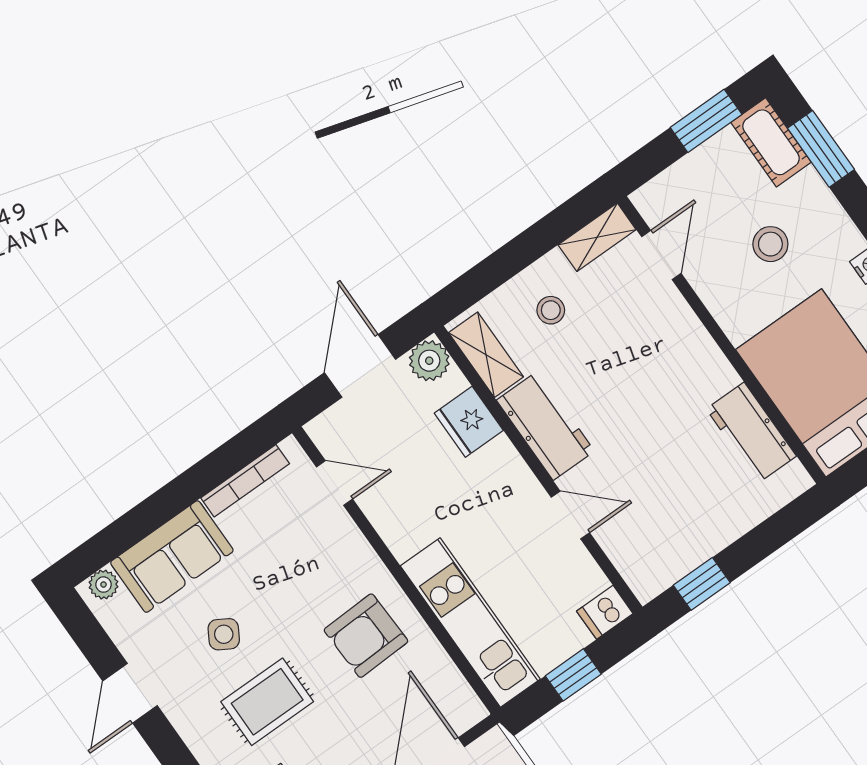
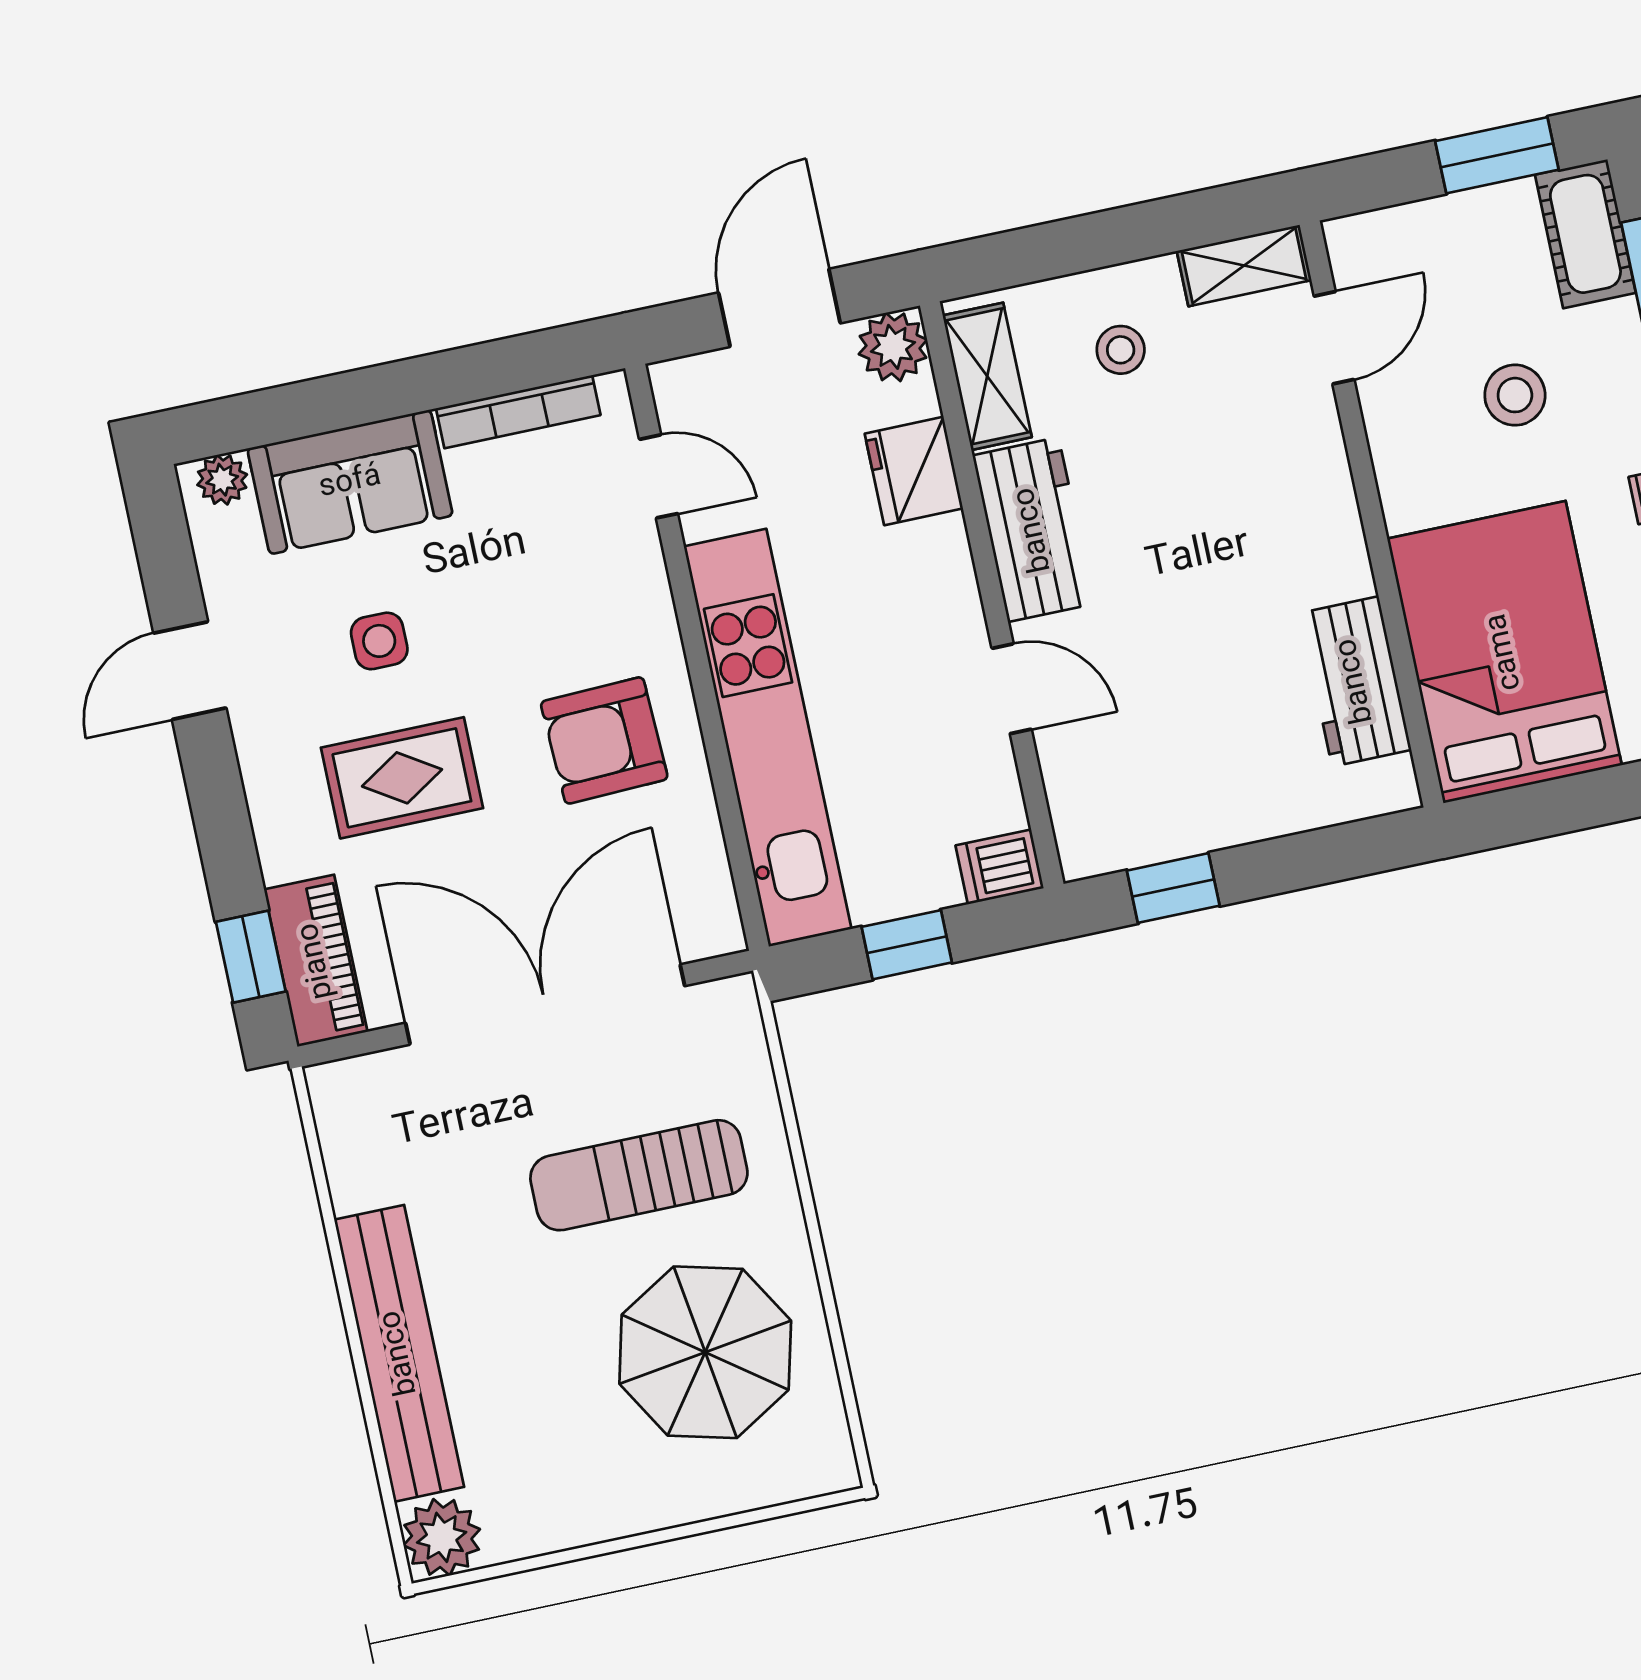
kitchen unit: (470, 623) -> (768, 738), width x1.36
side table: (224, 634) -> (379, 641), turned -31

